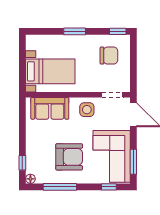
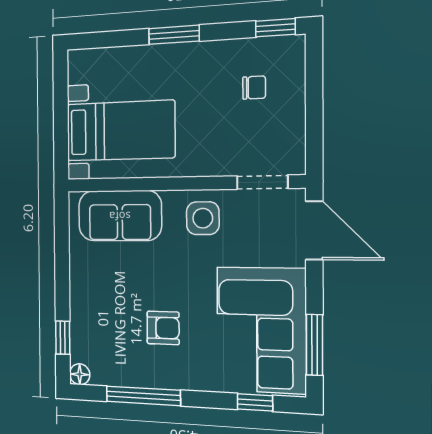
chair: (109, 56) -> (254, 88), width x0.54, depth x0.54
armchair: (69, 157) -> (163, 328), width x0.53, depth x0.53

